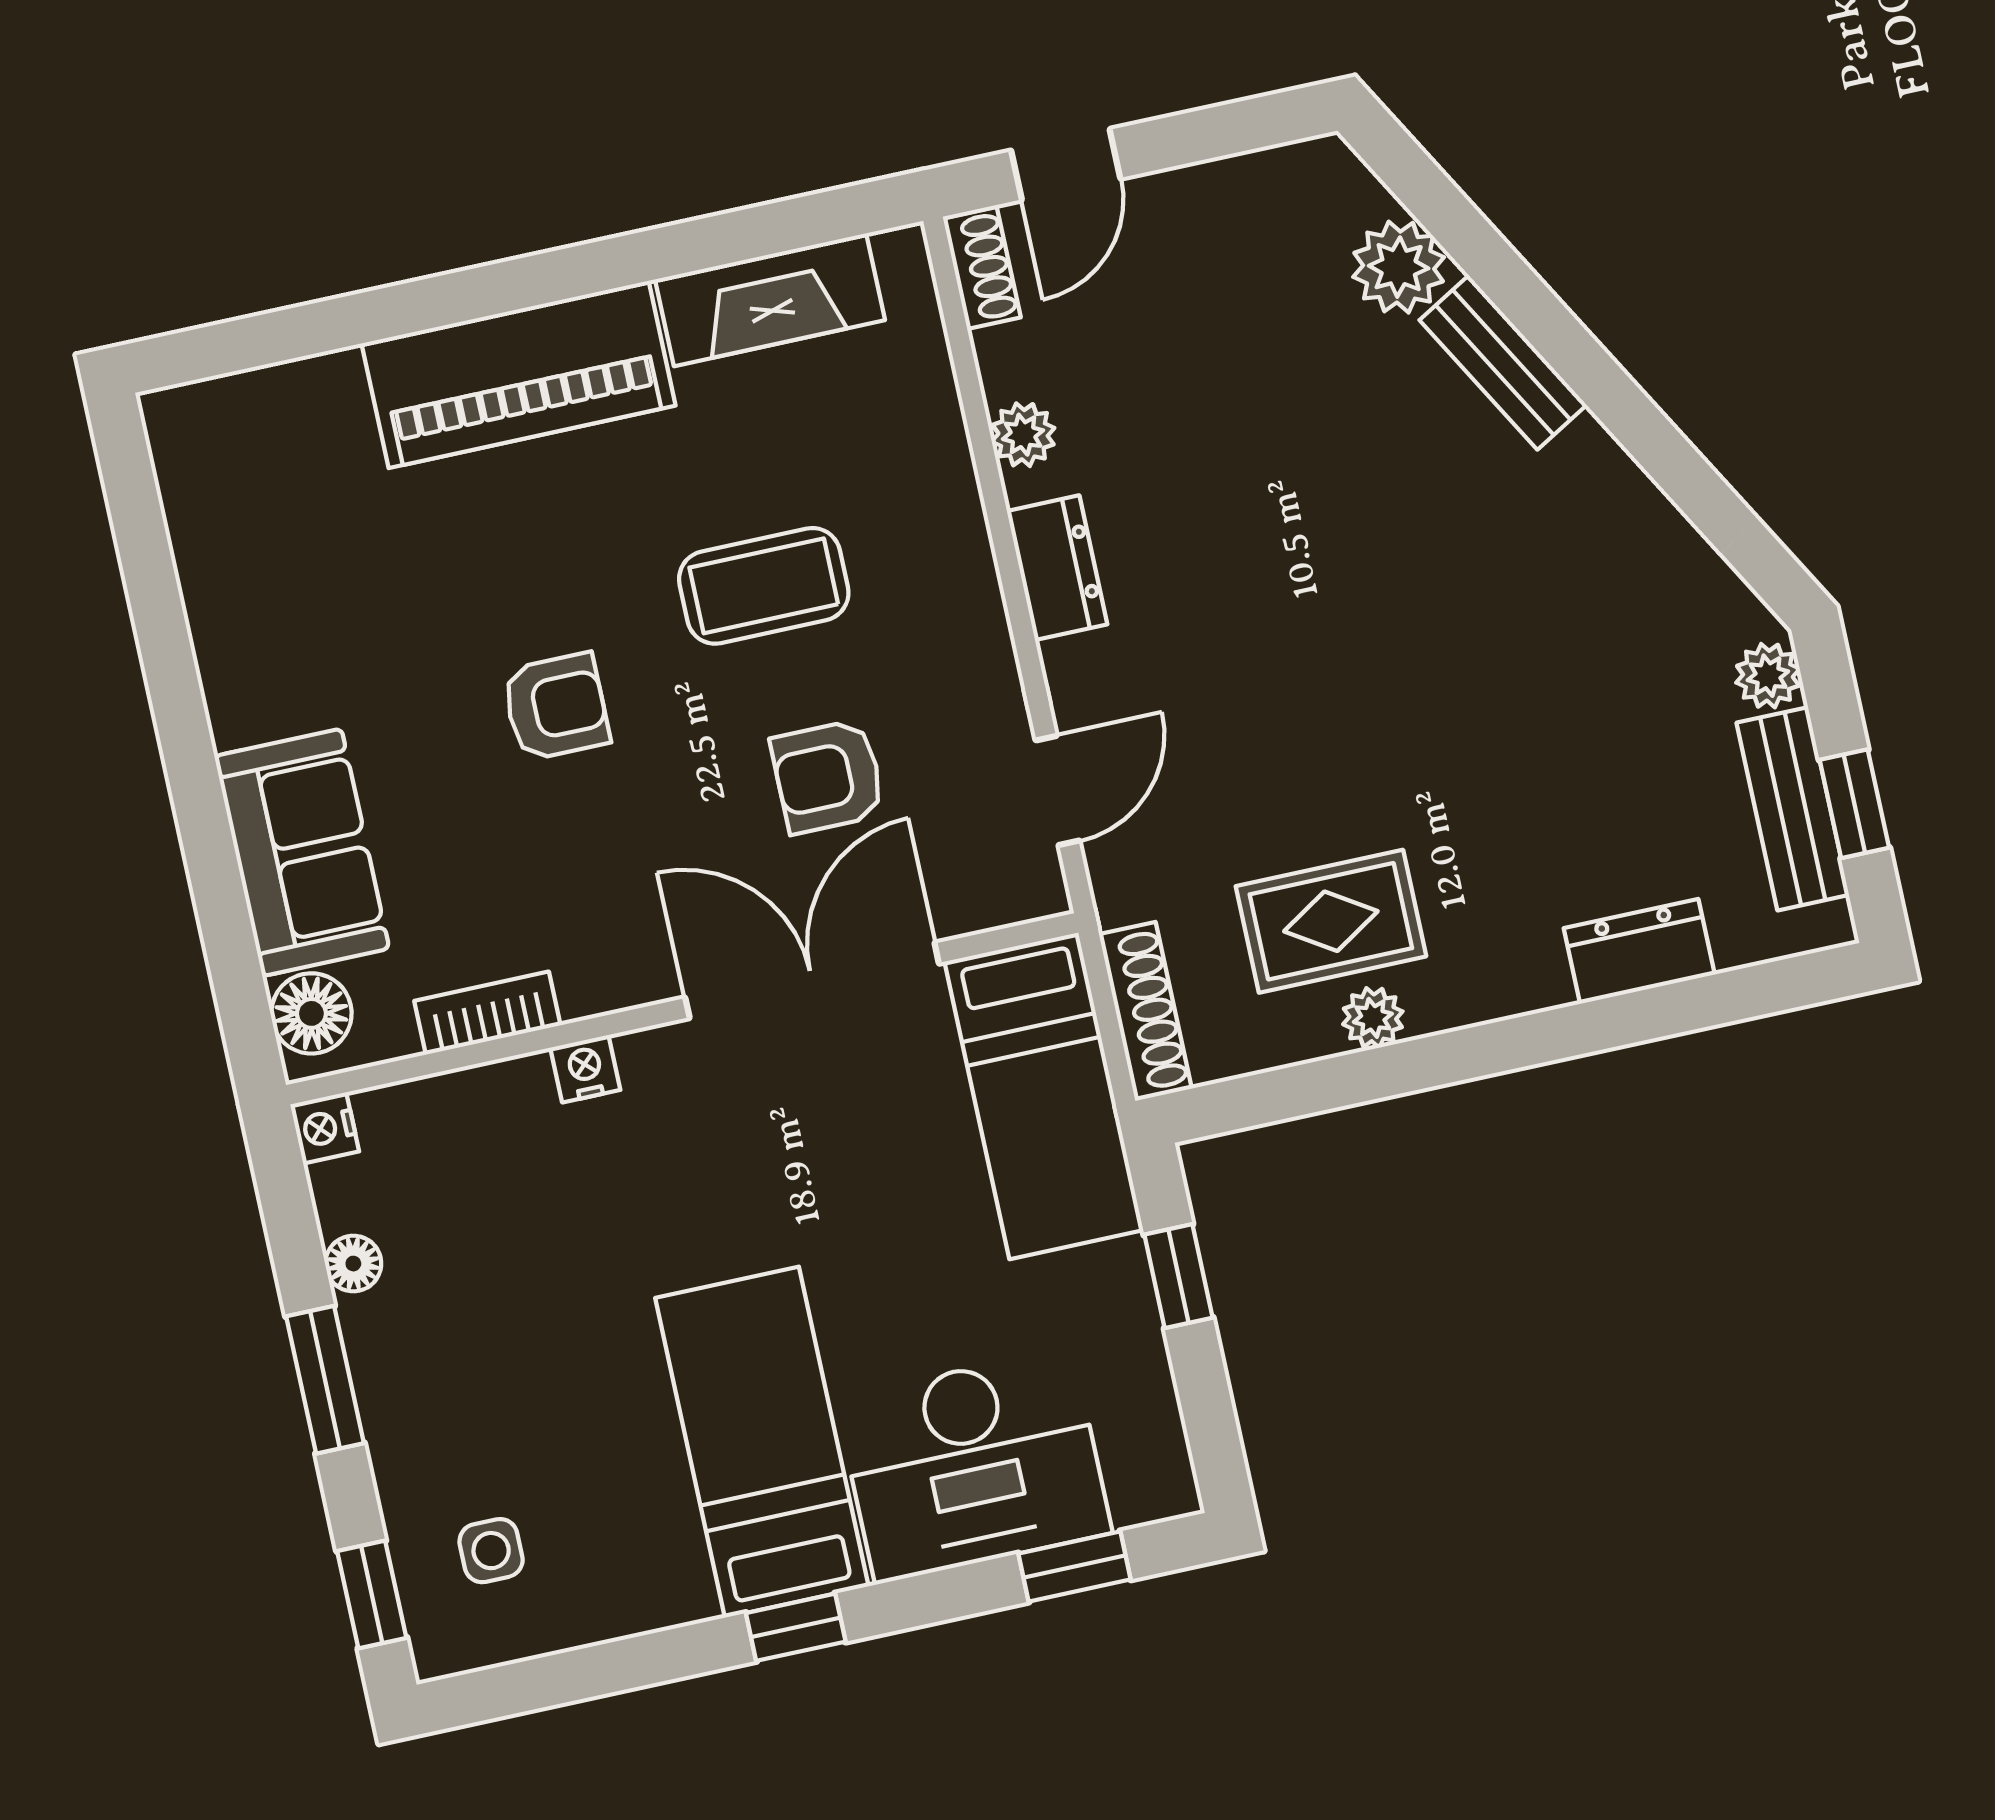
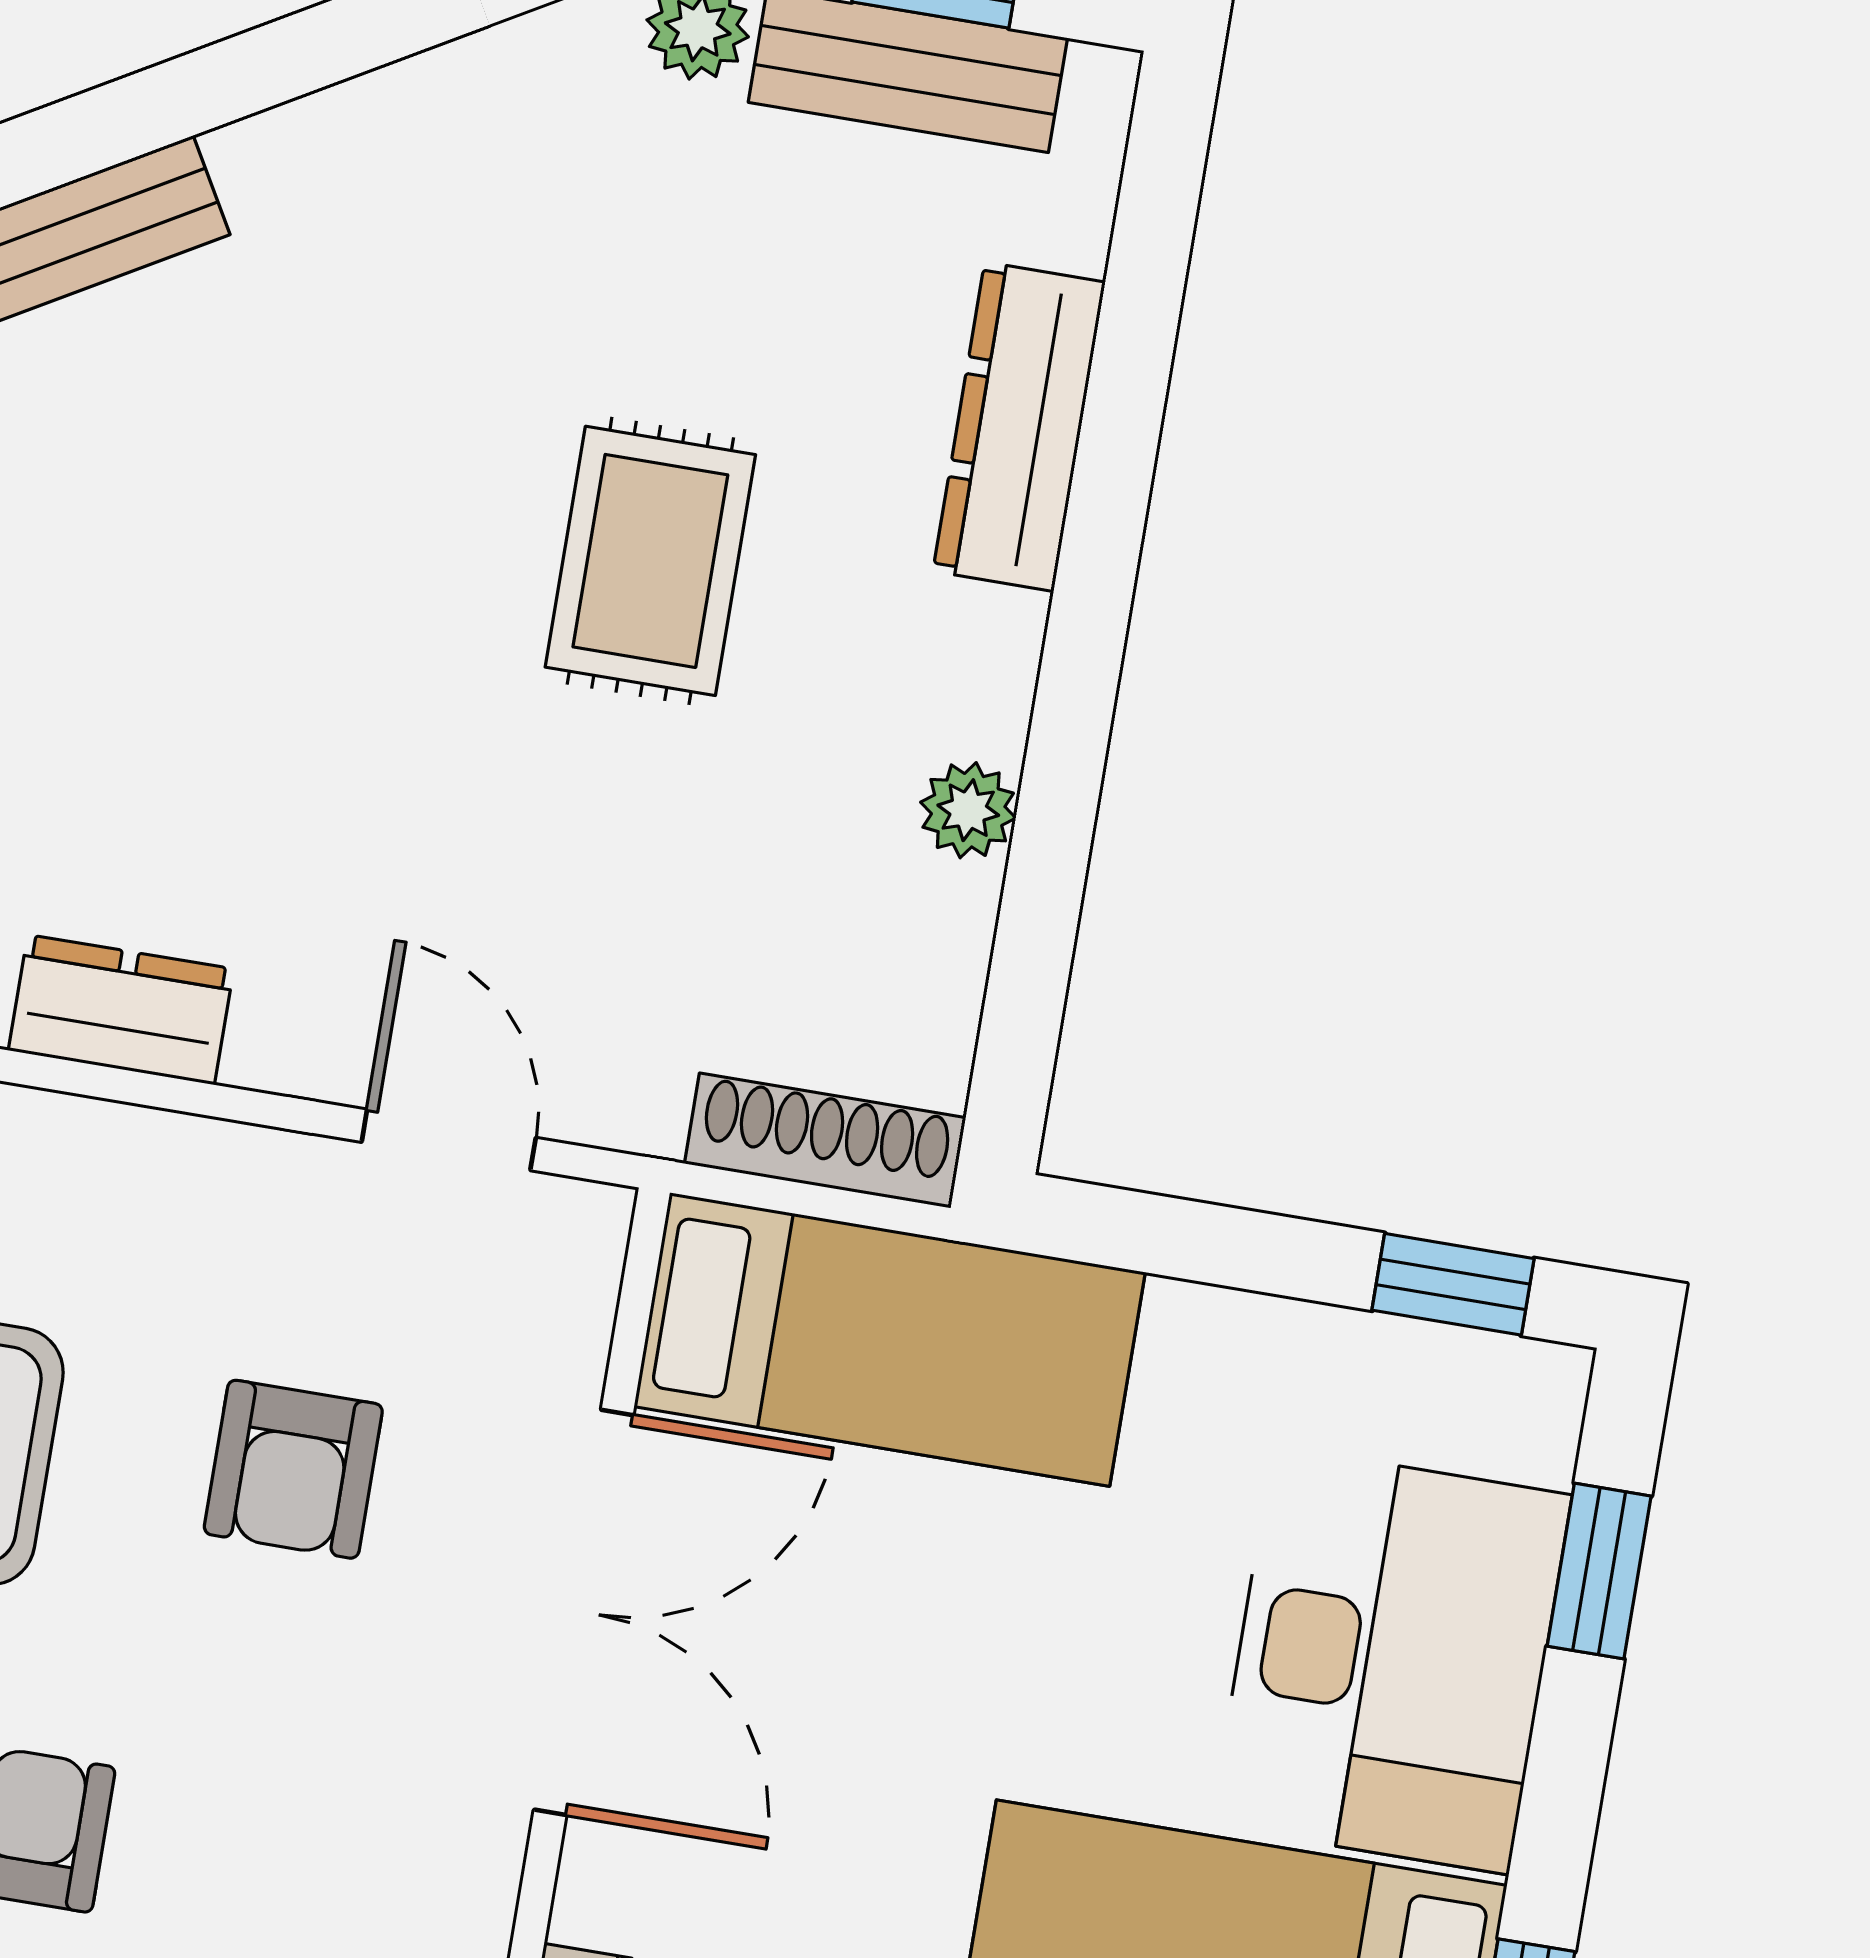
rug: (1331, 921) -> (650, 561), moved
dresser: (1639, 951) -> (1019, 427), width x1.44
double door: (812, 980) -> (584, 1612), swing flipped
window: (1178, 1276) -> (1453, 1284), moved

